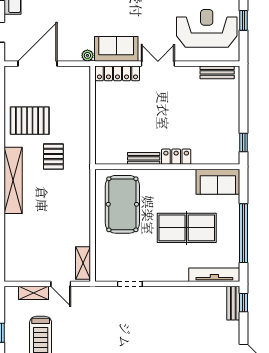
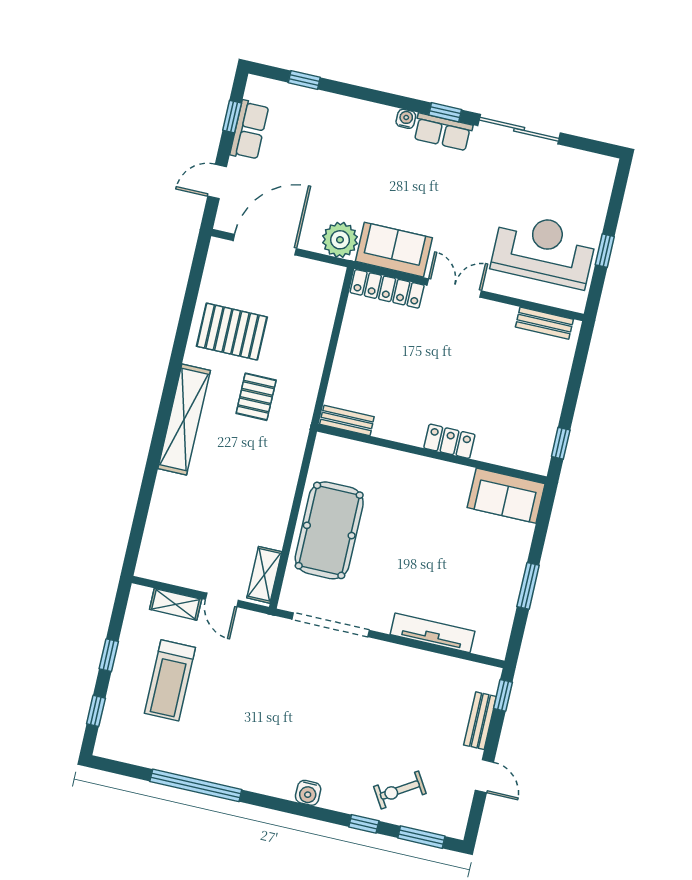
plant: (87, 55) -> (340, 240), width x1.87, depth x1.87
bench: (144, 158) -> (347, 421), moved
pool table: (122, 204) -> (329, 530), moved
table tennis table: (187, 228) -> (440, 557), removed
window: (244, 233) -> (528, 586), width x0.47
tv unit: (214, 275) -> (433, 633), moved
doorway: (130, 284) -> (331, 625), width x1.88
bench: (233, 303) -> (480, 721), moved

